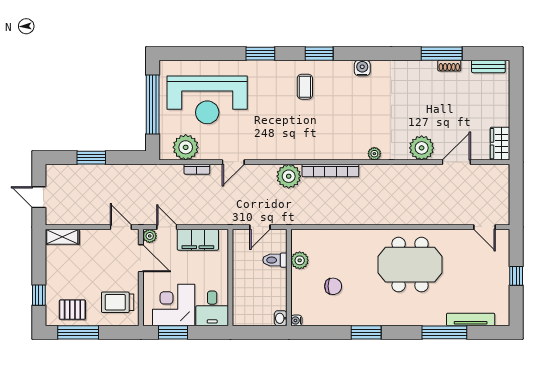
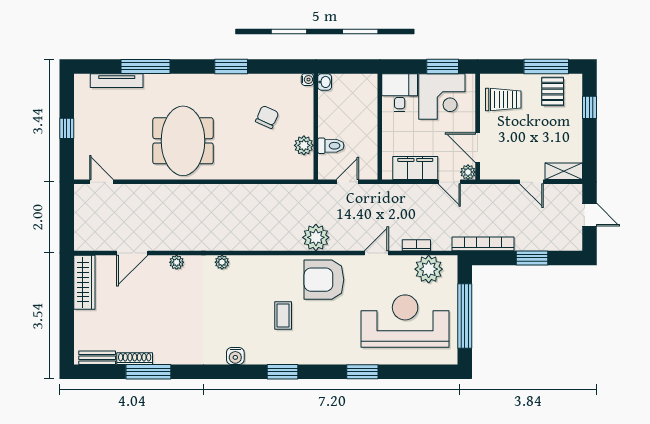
window: (260, 54) -> (362, 372), moved
shoe rack: (449, 66) -> (135, 359), width x1.43
coffee table: (305, 87) -> (283, 315), moved
armchair: (281, 138) -> (324, 280), added
wardrobe: (500, 144) -> (84, 282), width x1.50
plant: (422, 148) -> (177, 262), width x0.53, depth x0.53
bookcase: (330, 170) -> (483, 244), moved
door: (121, 227) -> (532, 182), moved
meeting table: (410, 265) -> (183, 141), turned 90
chair: (333, 286) -> (267, 117), turned 114
pallet: (72, 310) -> (553, 91), turned 90

